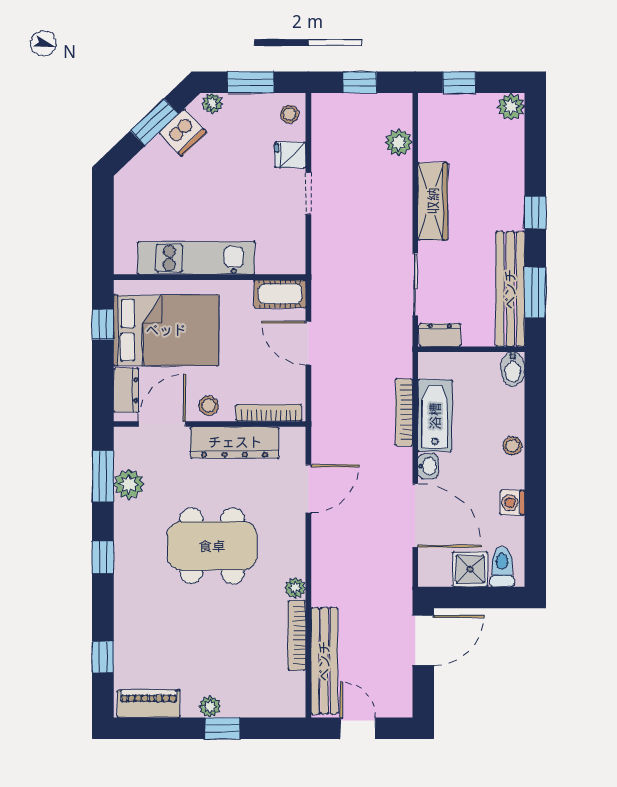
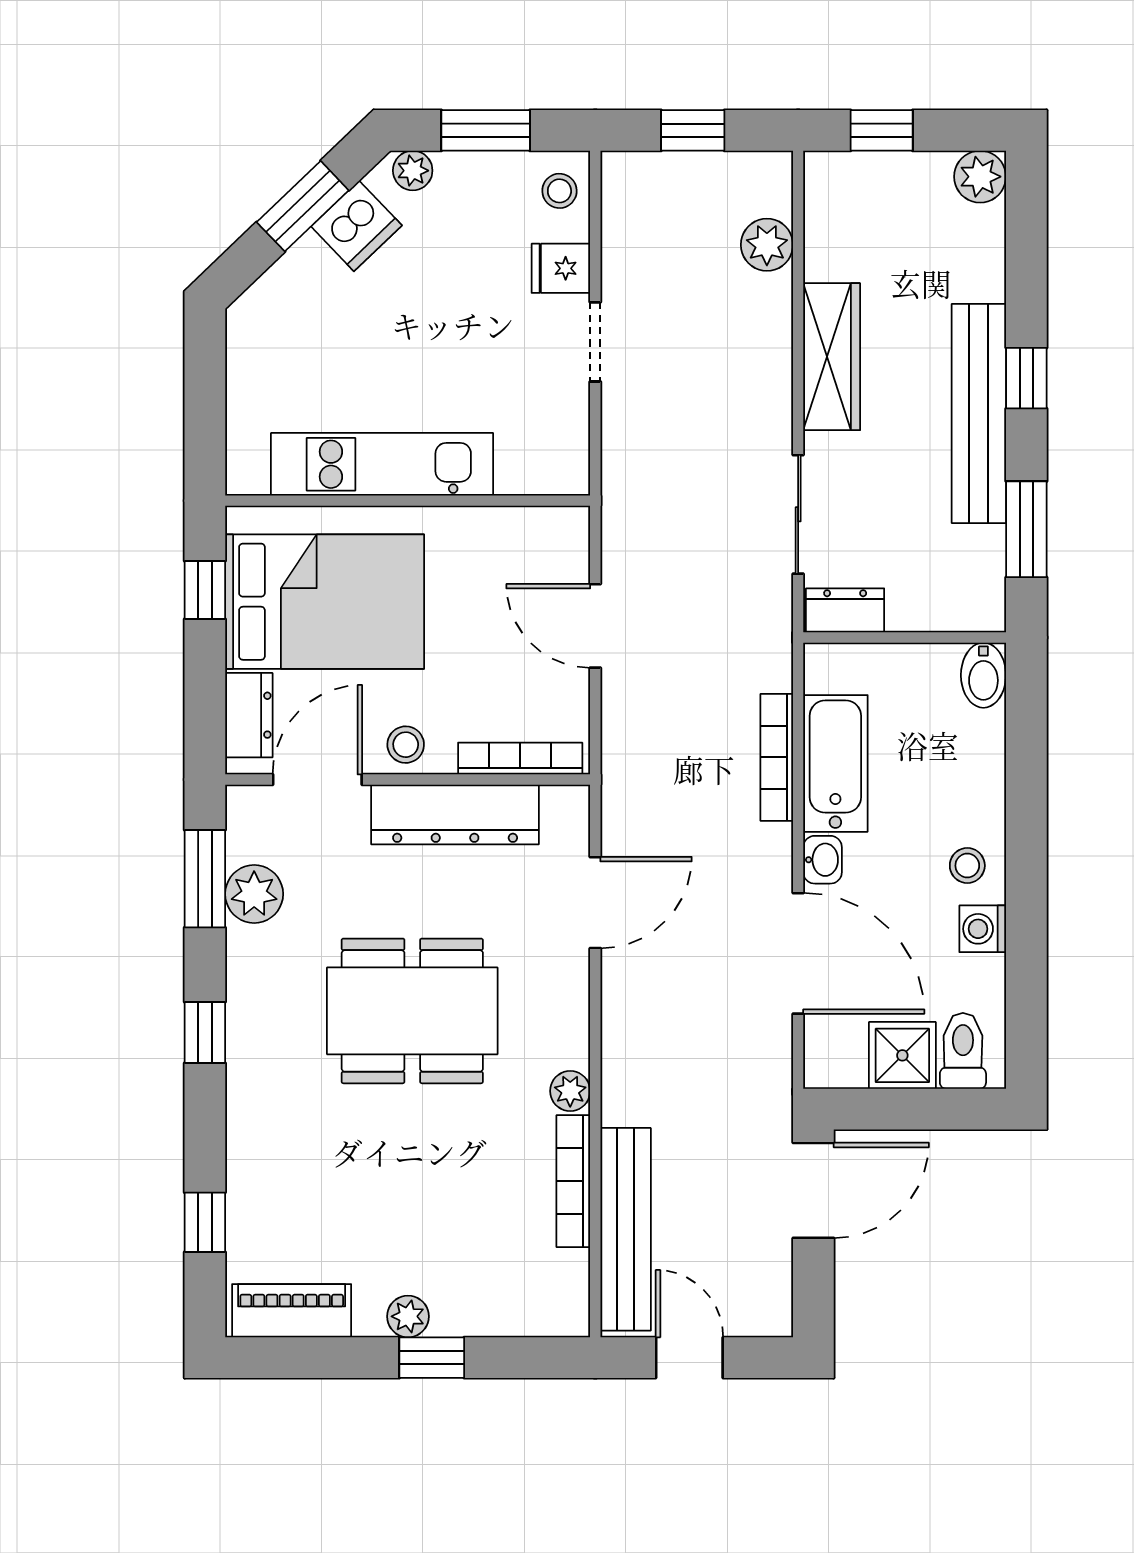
bench: (510, 289) -> (979, 413), moved
cot: (280, 294) -> (541, 532), removed
stool: (512, 446) -> (967, 866), moved

